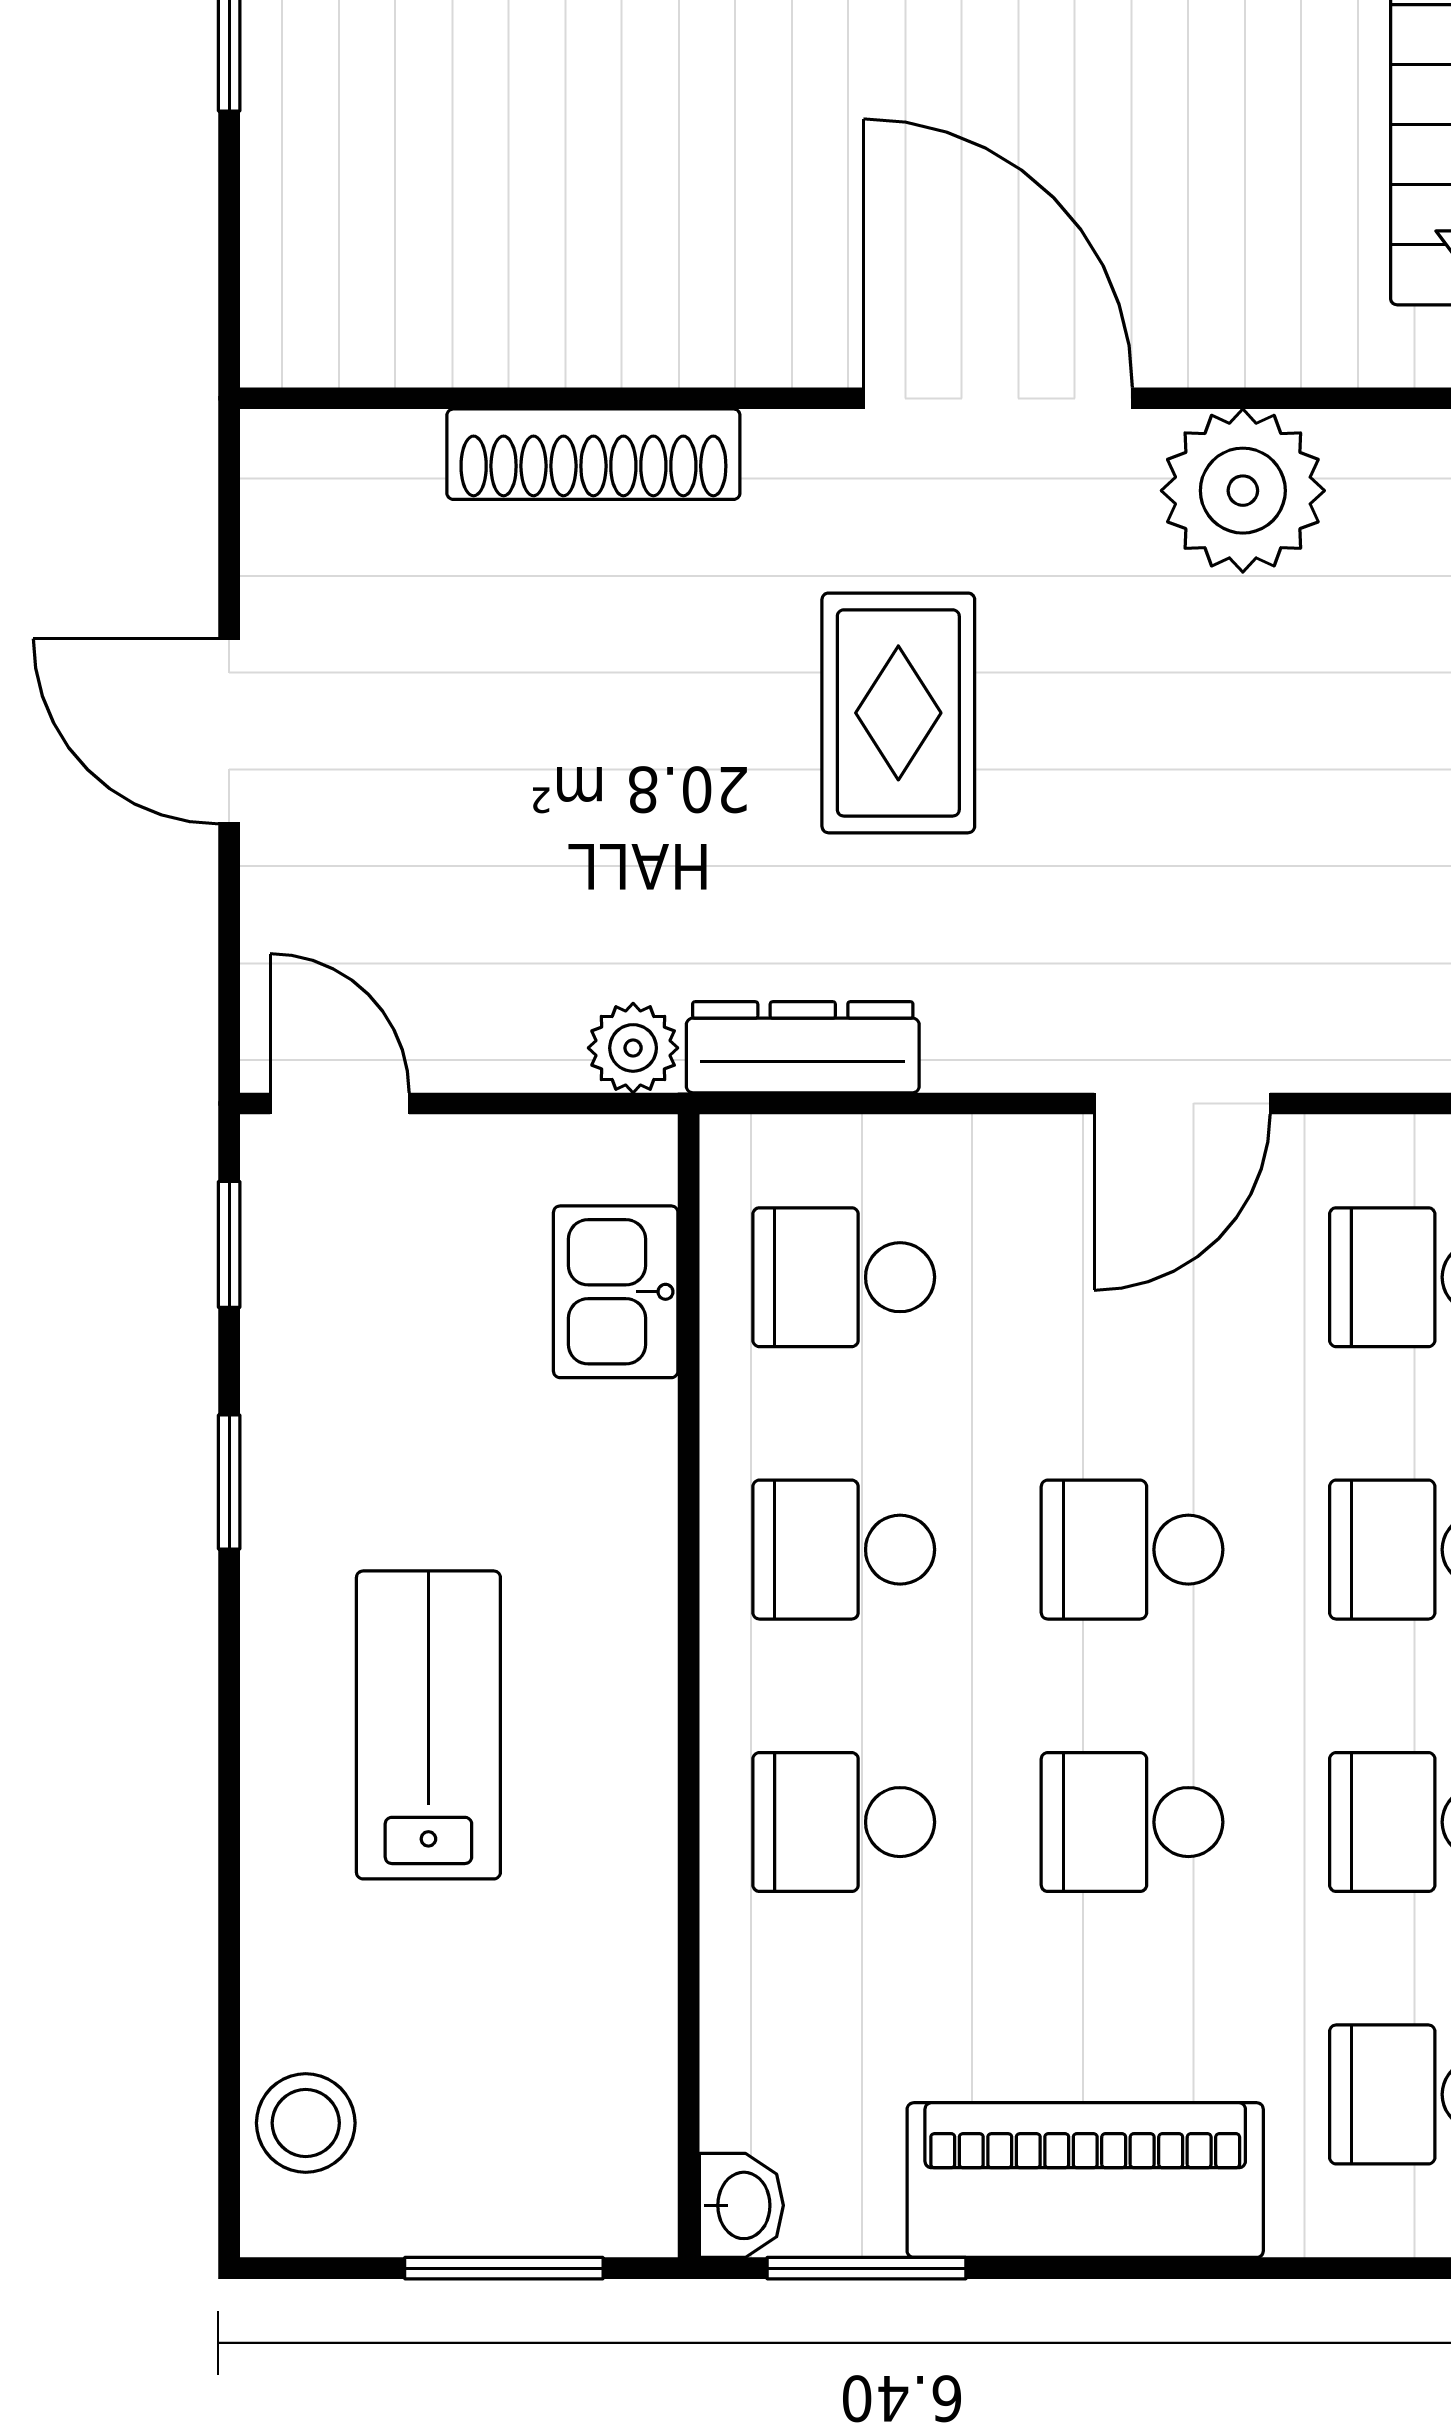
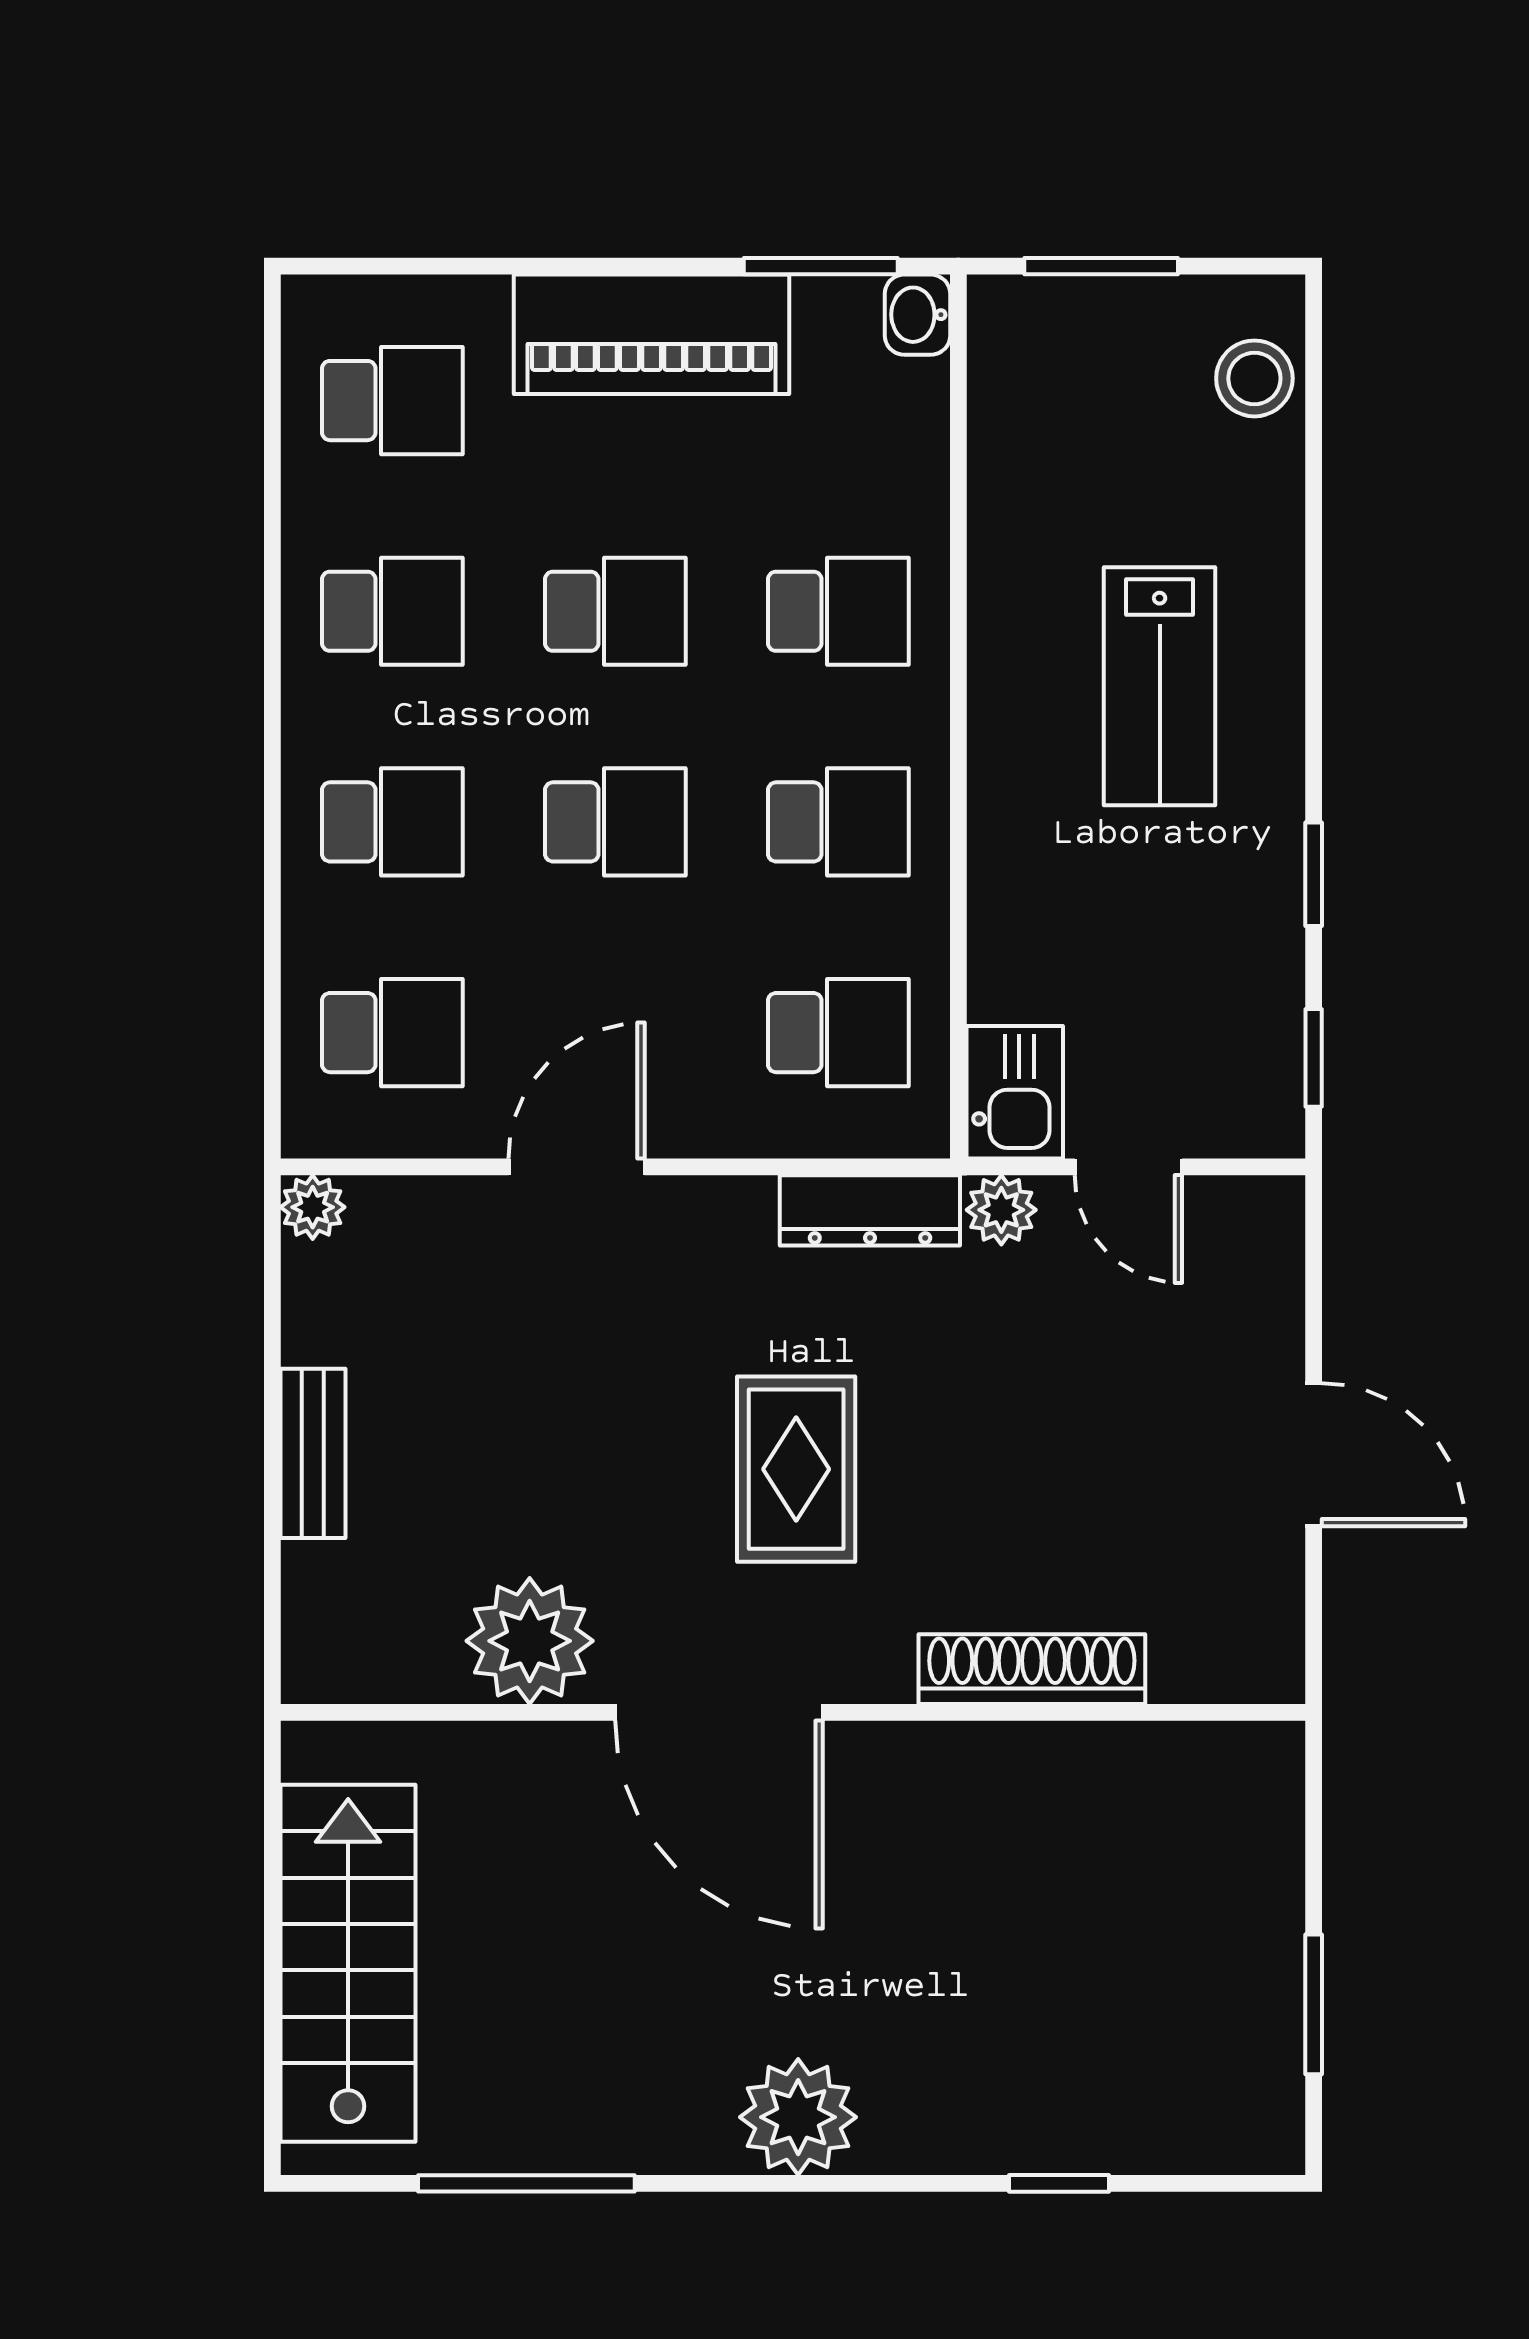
door: (340, 1103) -> (1128, 1167), moved
kitchen sink: (616, 1292) -> (1015, 1092), moved

